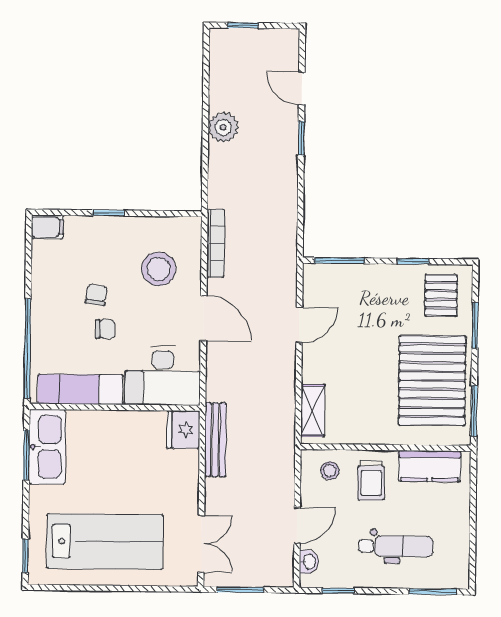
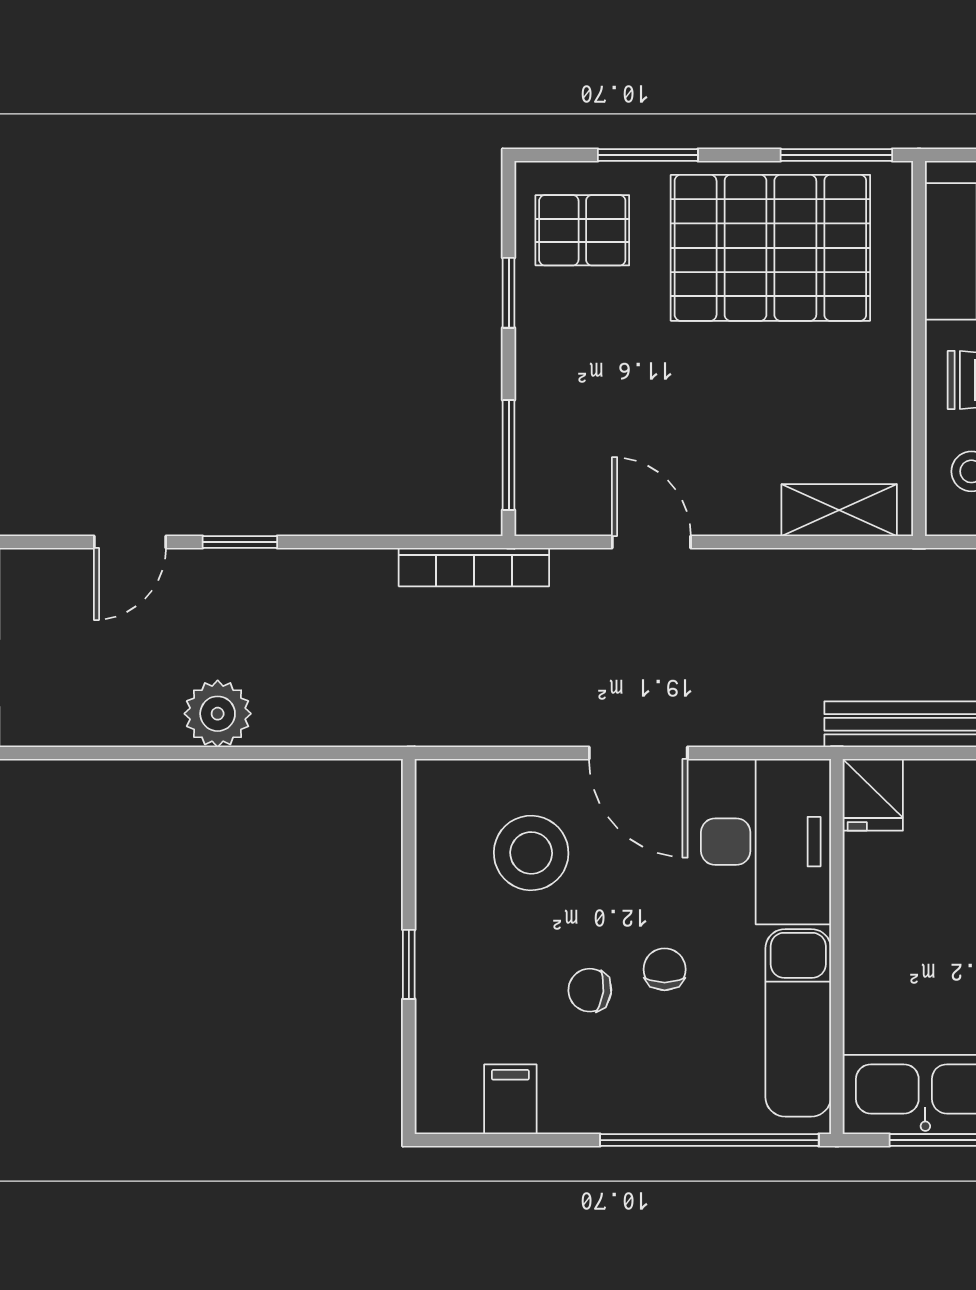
filing cabinet: (47, 227) -> (510, 1099), moved
bookcase: (216, 243) -> (474, 567), moved, turned 180
door: (203, 318) -> (638, 753), swing flipped
fridge: (183, 430) -> (873, 795), width x0.72

